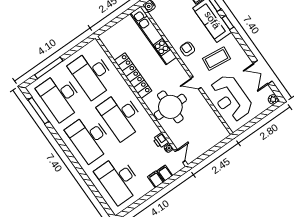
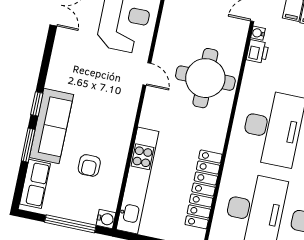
armchair: (187, 49) -> (89, 165), moved
coffee table: (217, 59) -> (94, 77), removed
locker: (133, 76) -> (203, 189), moved

